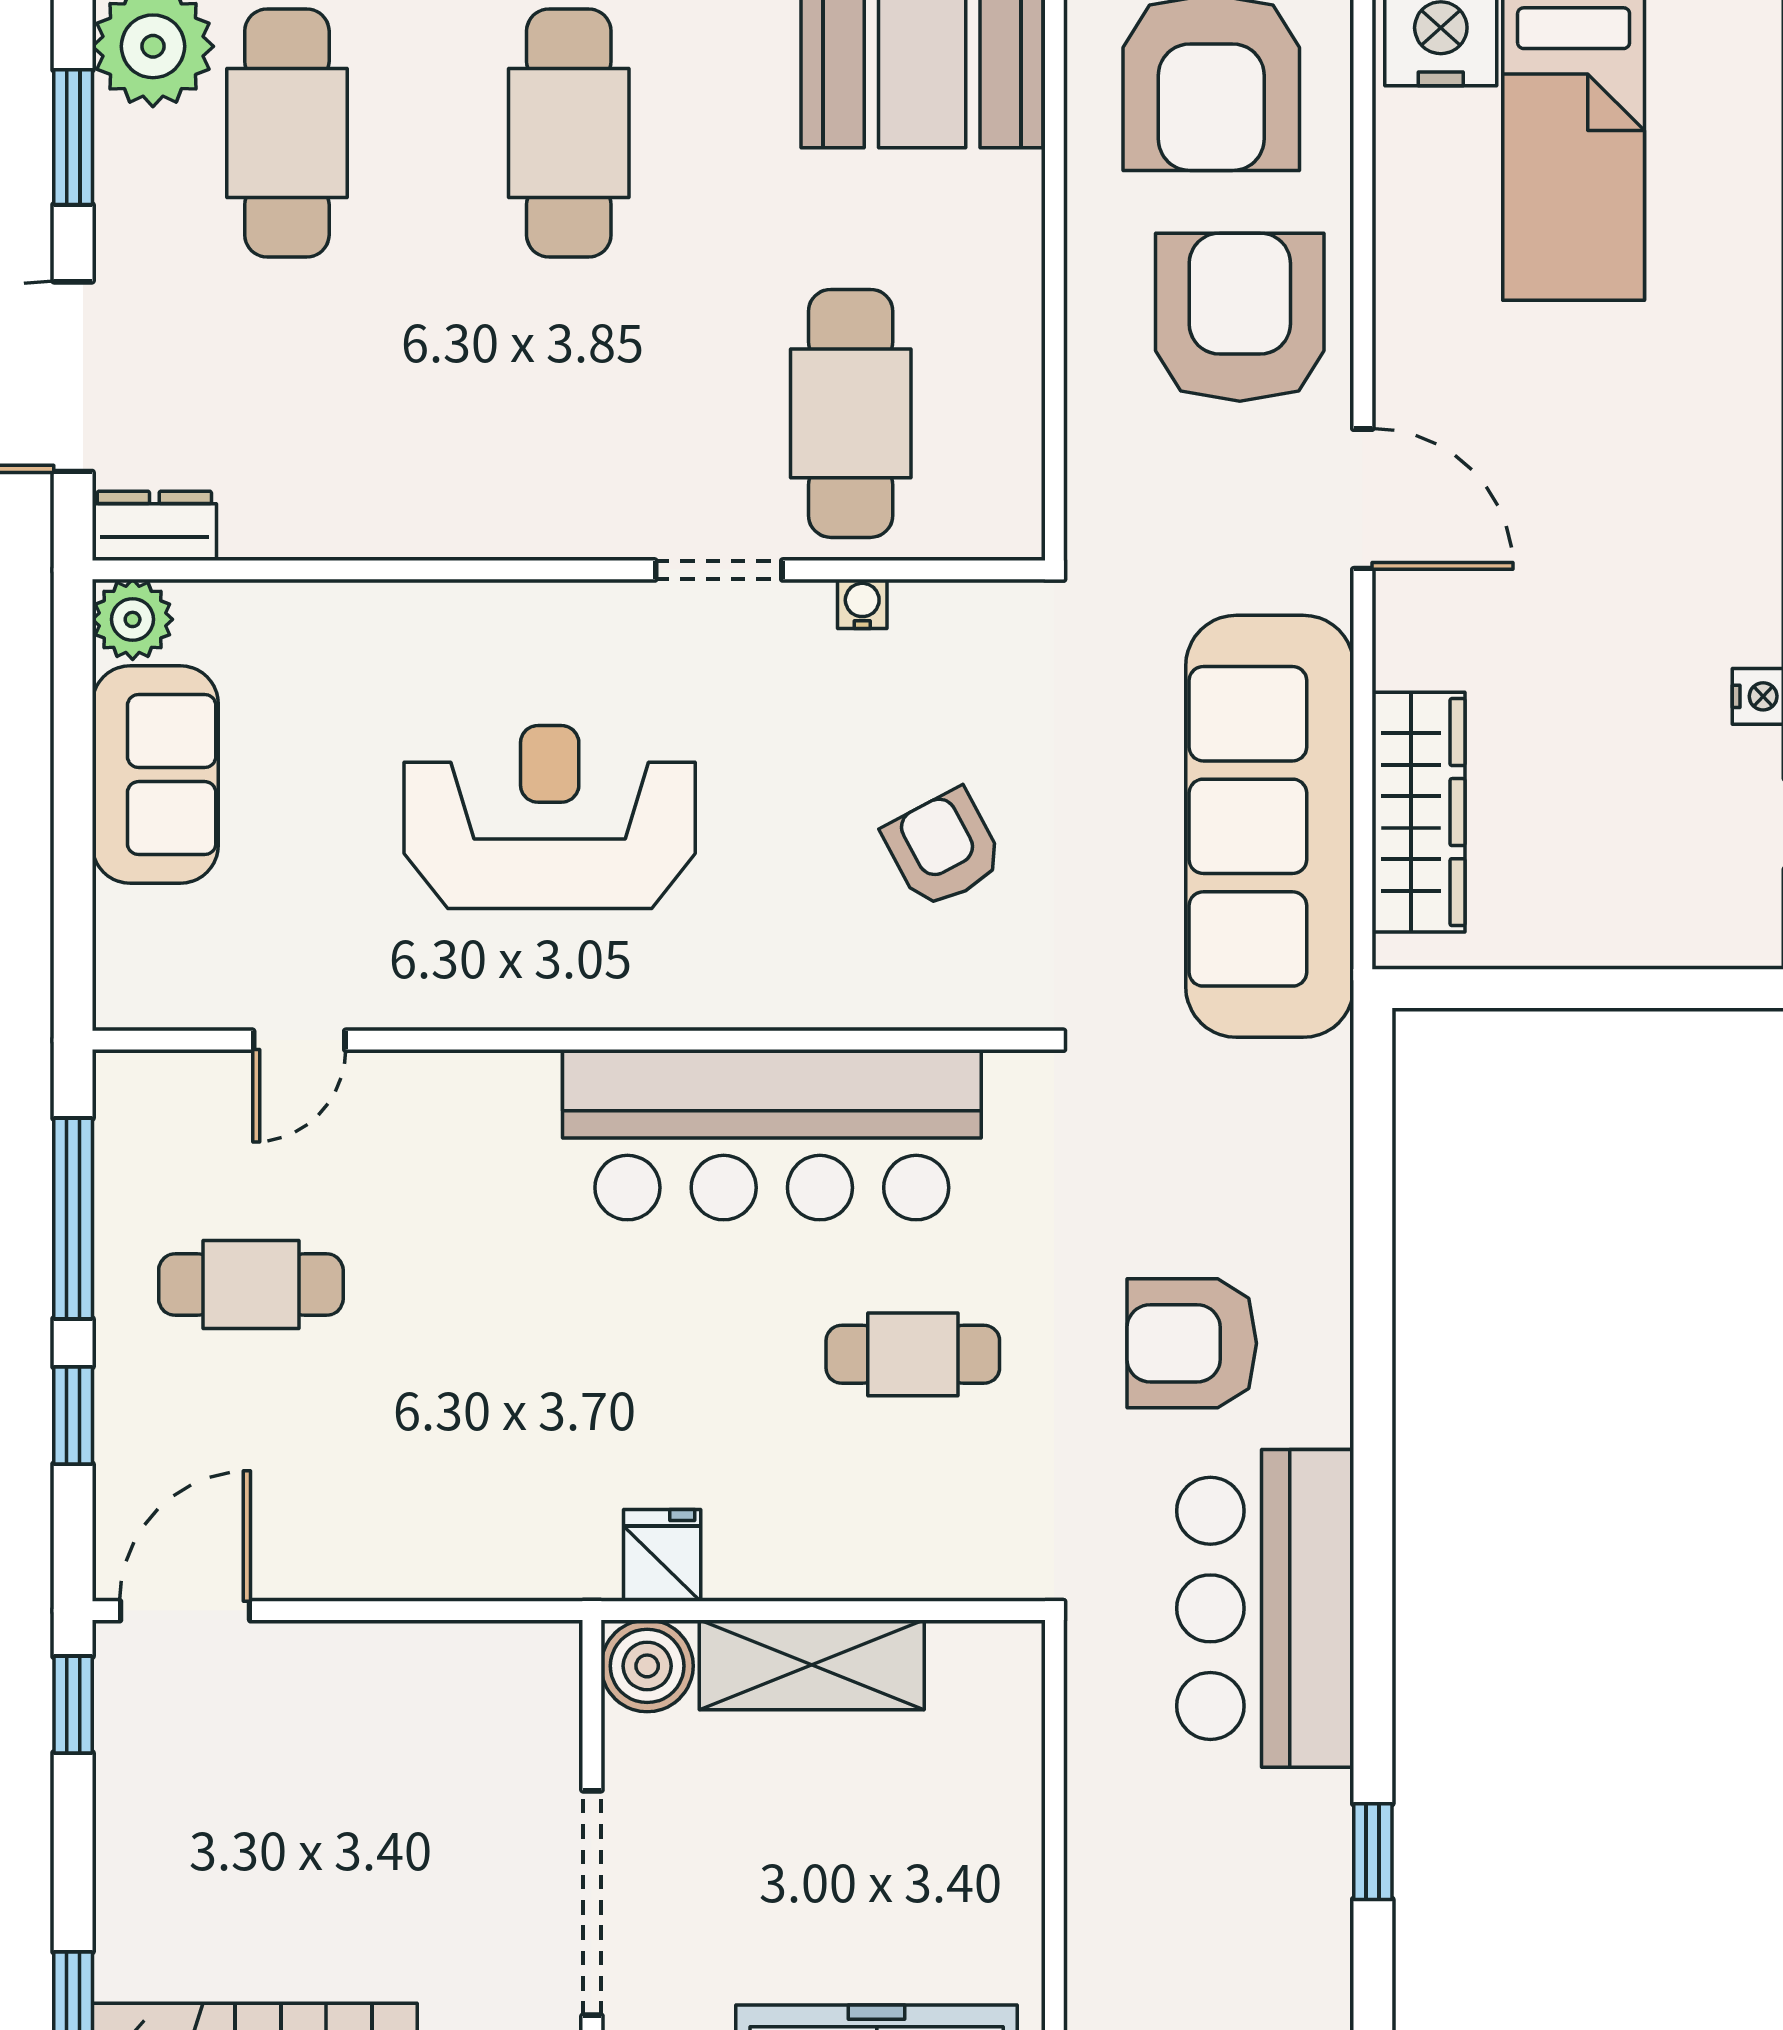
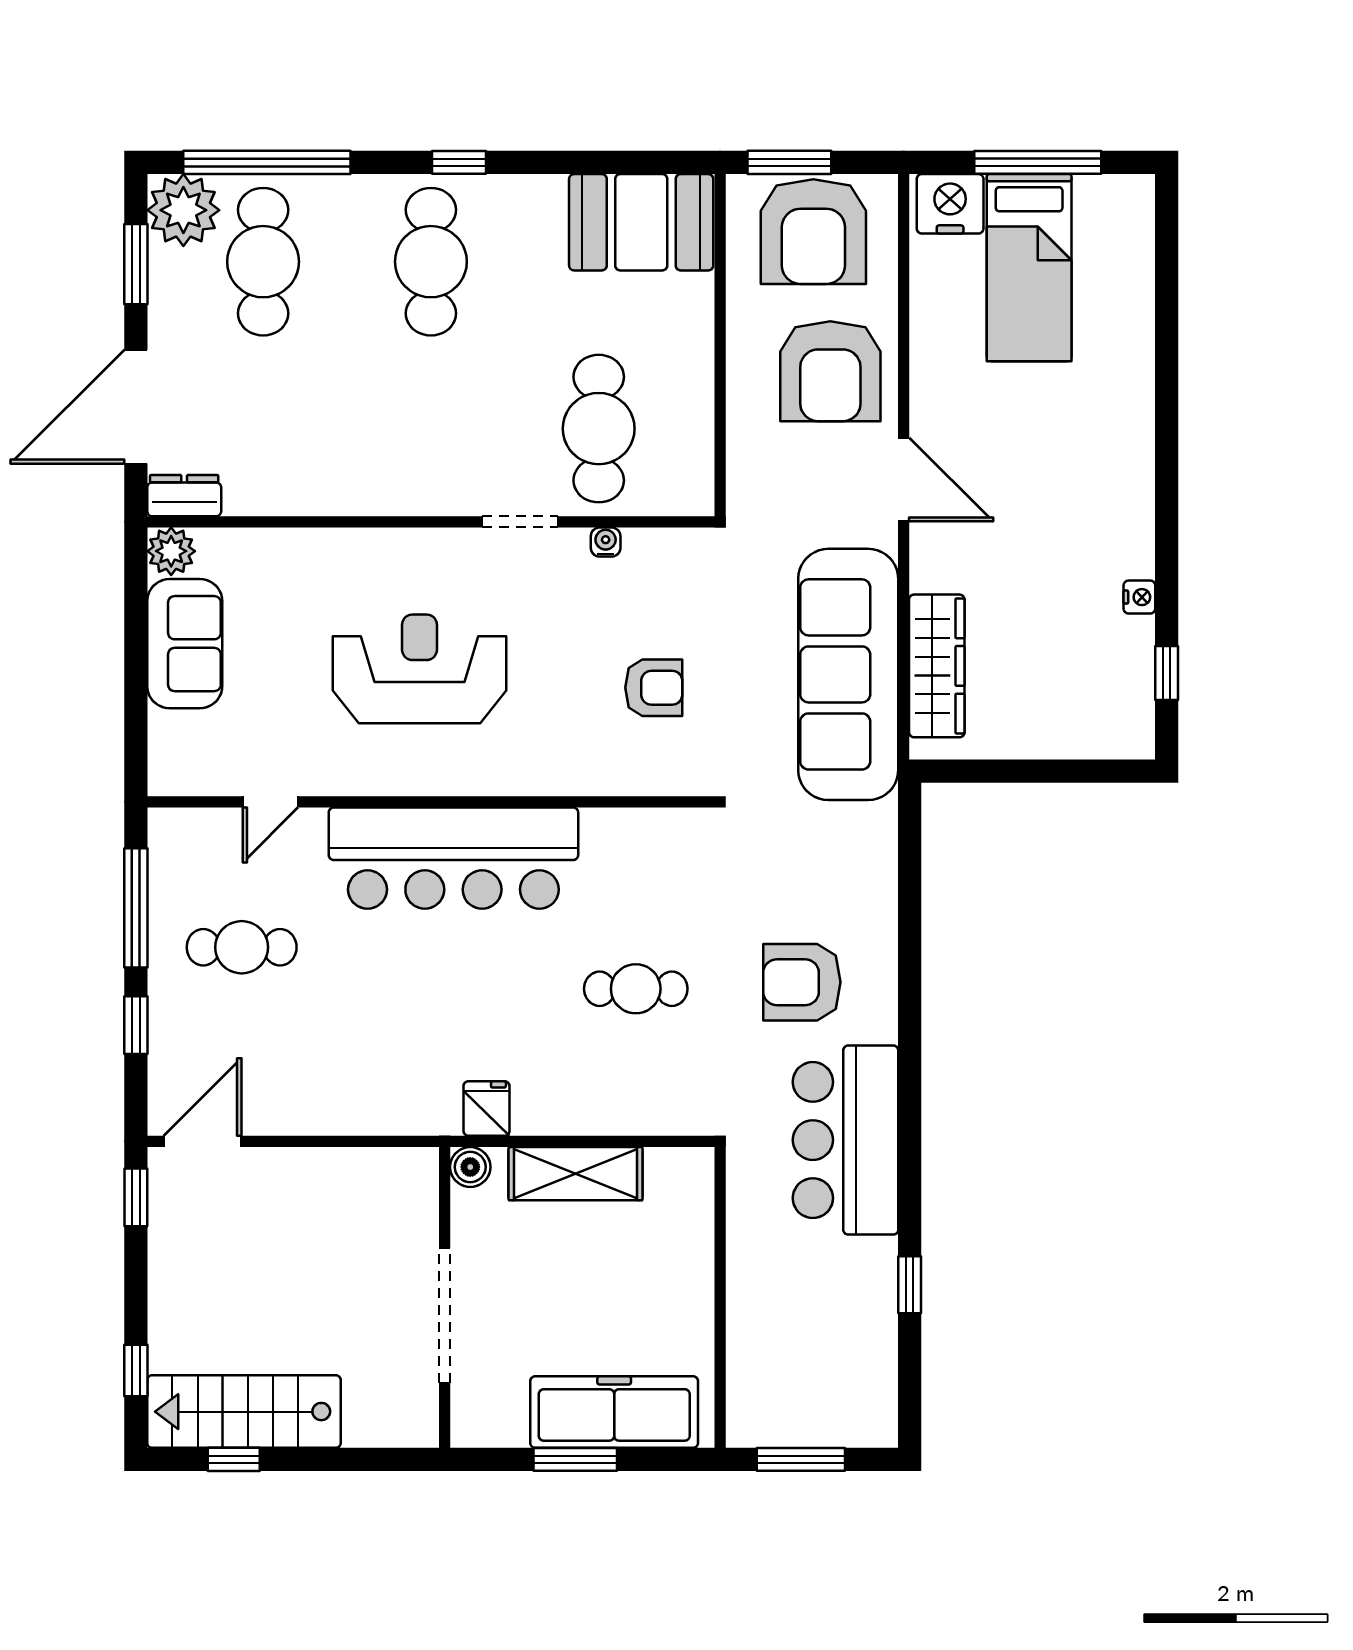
armchair: (1240, 317) -> (830, 371), turned 180
armchair: (943, 849) -> (654, 688), turned 118
bar counter: (772, 1135) -> (453, 858), moved
boiler: (647, 1666) -> (470, 1167), width x0.73, depth x0.73

